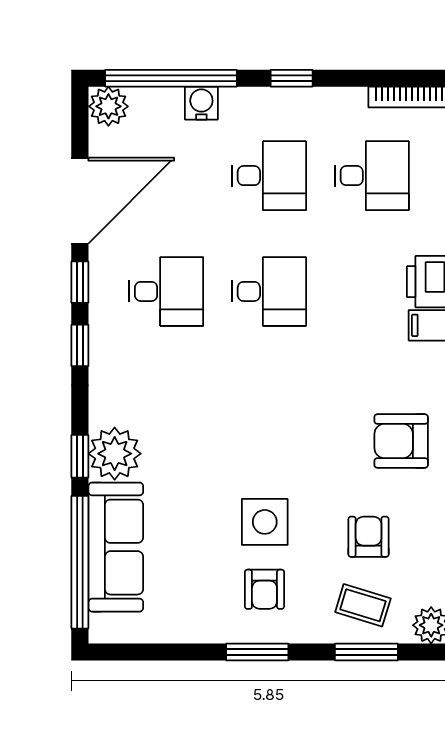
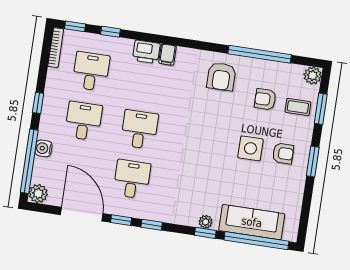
plant: (115, 454) -> (206, 222), width x0.53, depth x0.53
coffee table: (363, 605) -> (298, 107), turned 73

